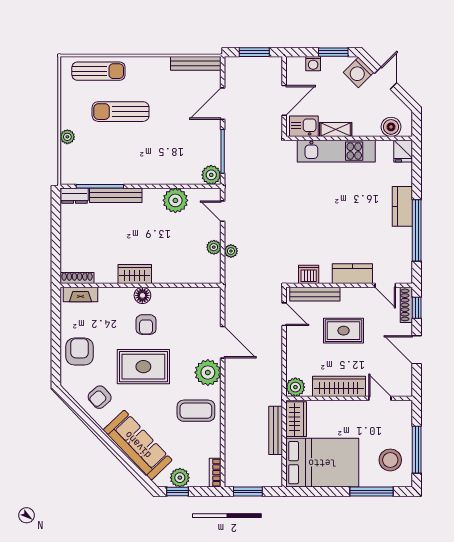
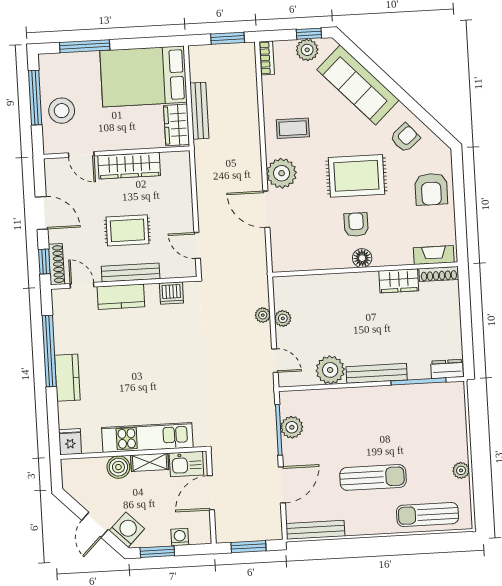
sun lounger: (121, 112) -> (373, 477), moved
boiler: (391, 127) -> (118, 467), moved
plant: (67, 137) -> (461, 470), moved
plant: (211, 175) -> (292, 427), moved
bench: (116, 195) -> (377, 373), moved
wardrobe: (135, 274) -> (399, 281), moved
bench: (315, 294) -> (131, 273), moved
plant: (295, 387) -> (179, 162), removed
coffee table: (196, 411) -> (293, 128), width x0.73, depth x0.77
stool: (390, 460) -> (62, 111), moved

